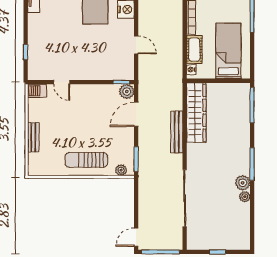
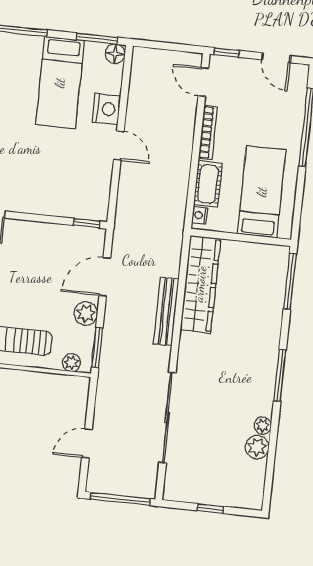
door: (136, 45) -> (119, 145), moved
plant: (127, 91) -> (86, 313), moved
plant: (243, 183) -> (257, 447), moved
door: (136, 237) -> (87, 443), moved

